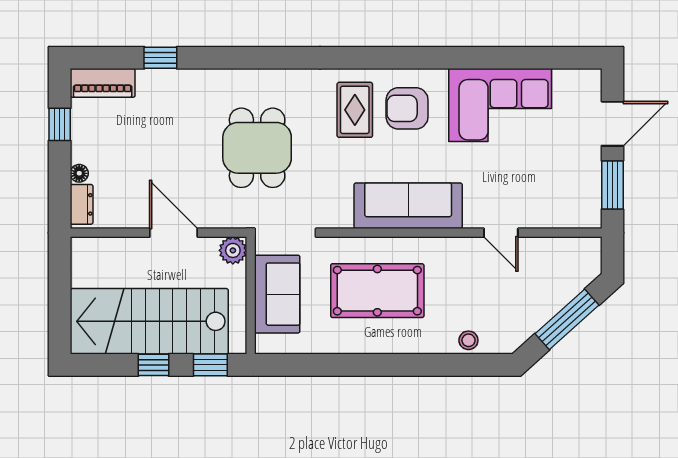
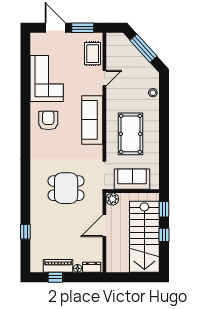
piano: (103, 83) -> (58, 266), moved, turned -90
armchair: (407, 108) -> (48, 120), turned 180
rug: (355, 110) -> (93, 54), moved, turned 90

